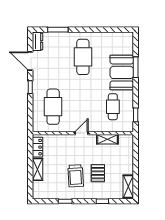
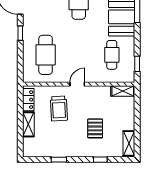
shelving: (107, 139) -> (123, 91), moved
trolley: (76, 176) -> (59, 108), moved

